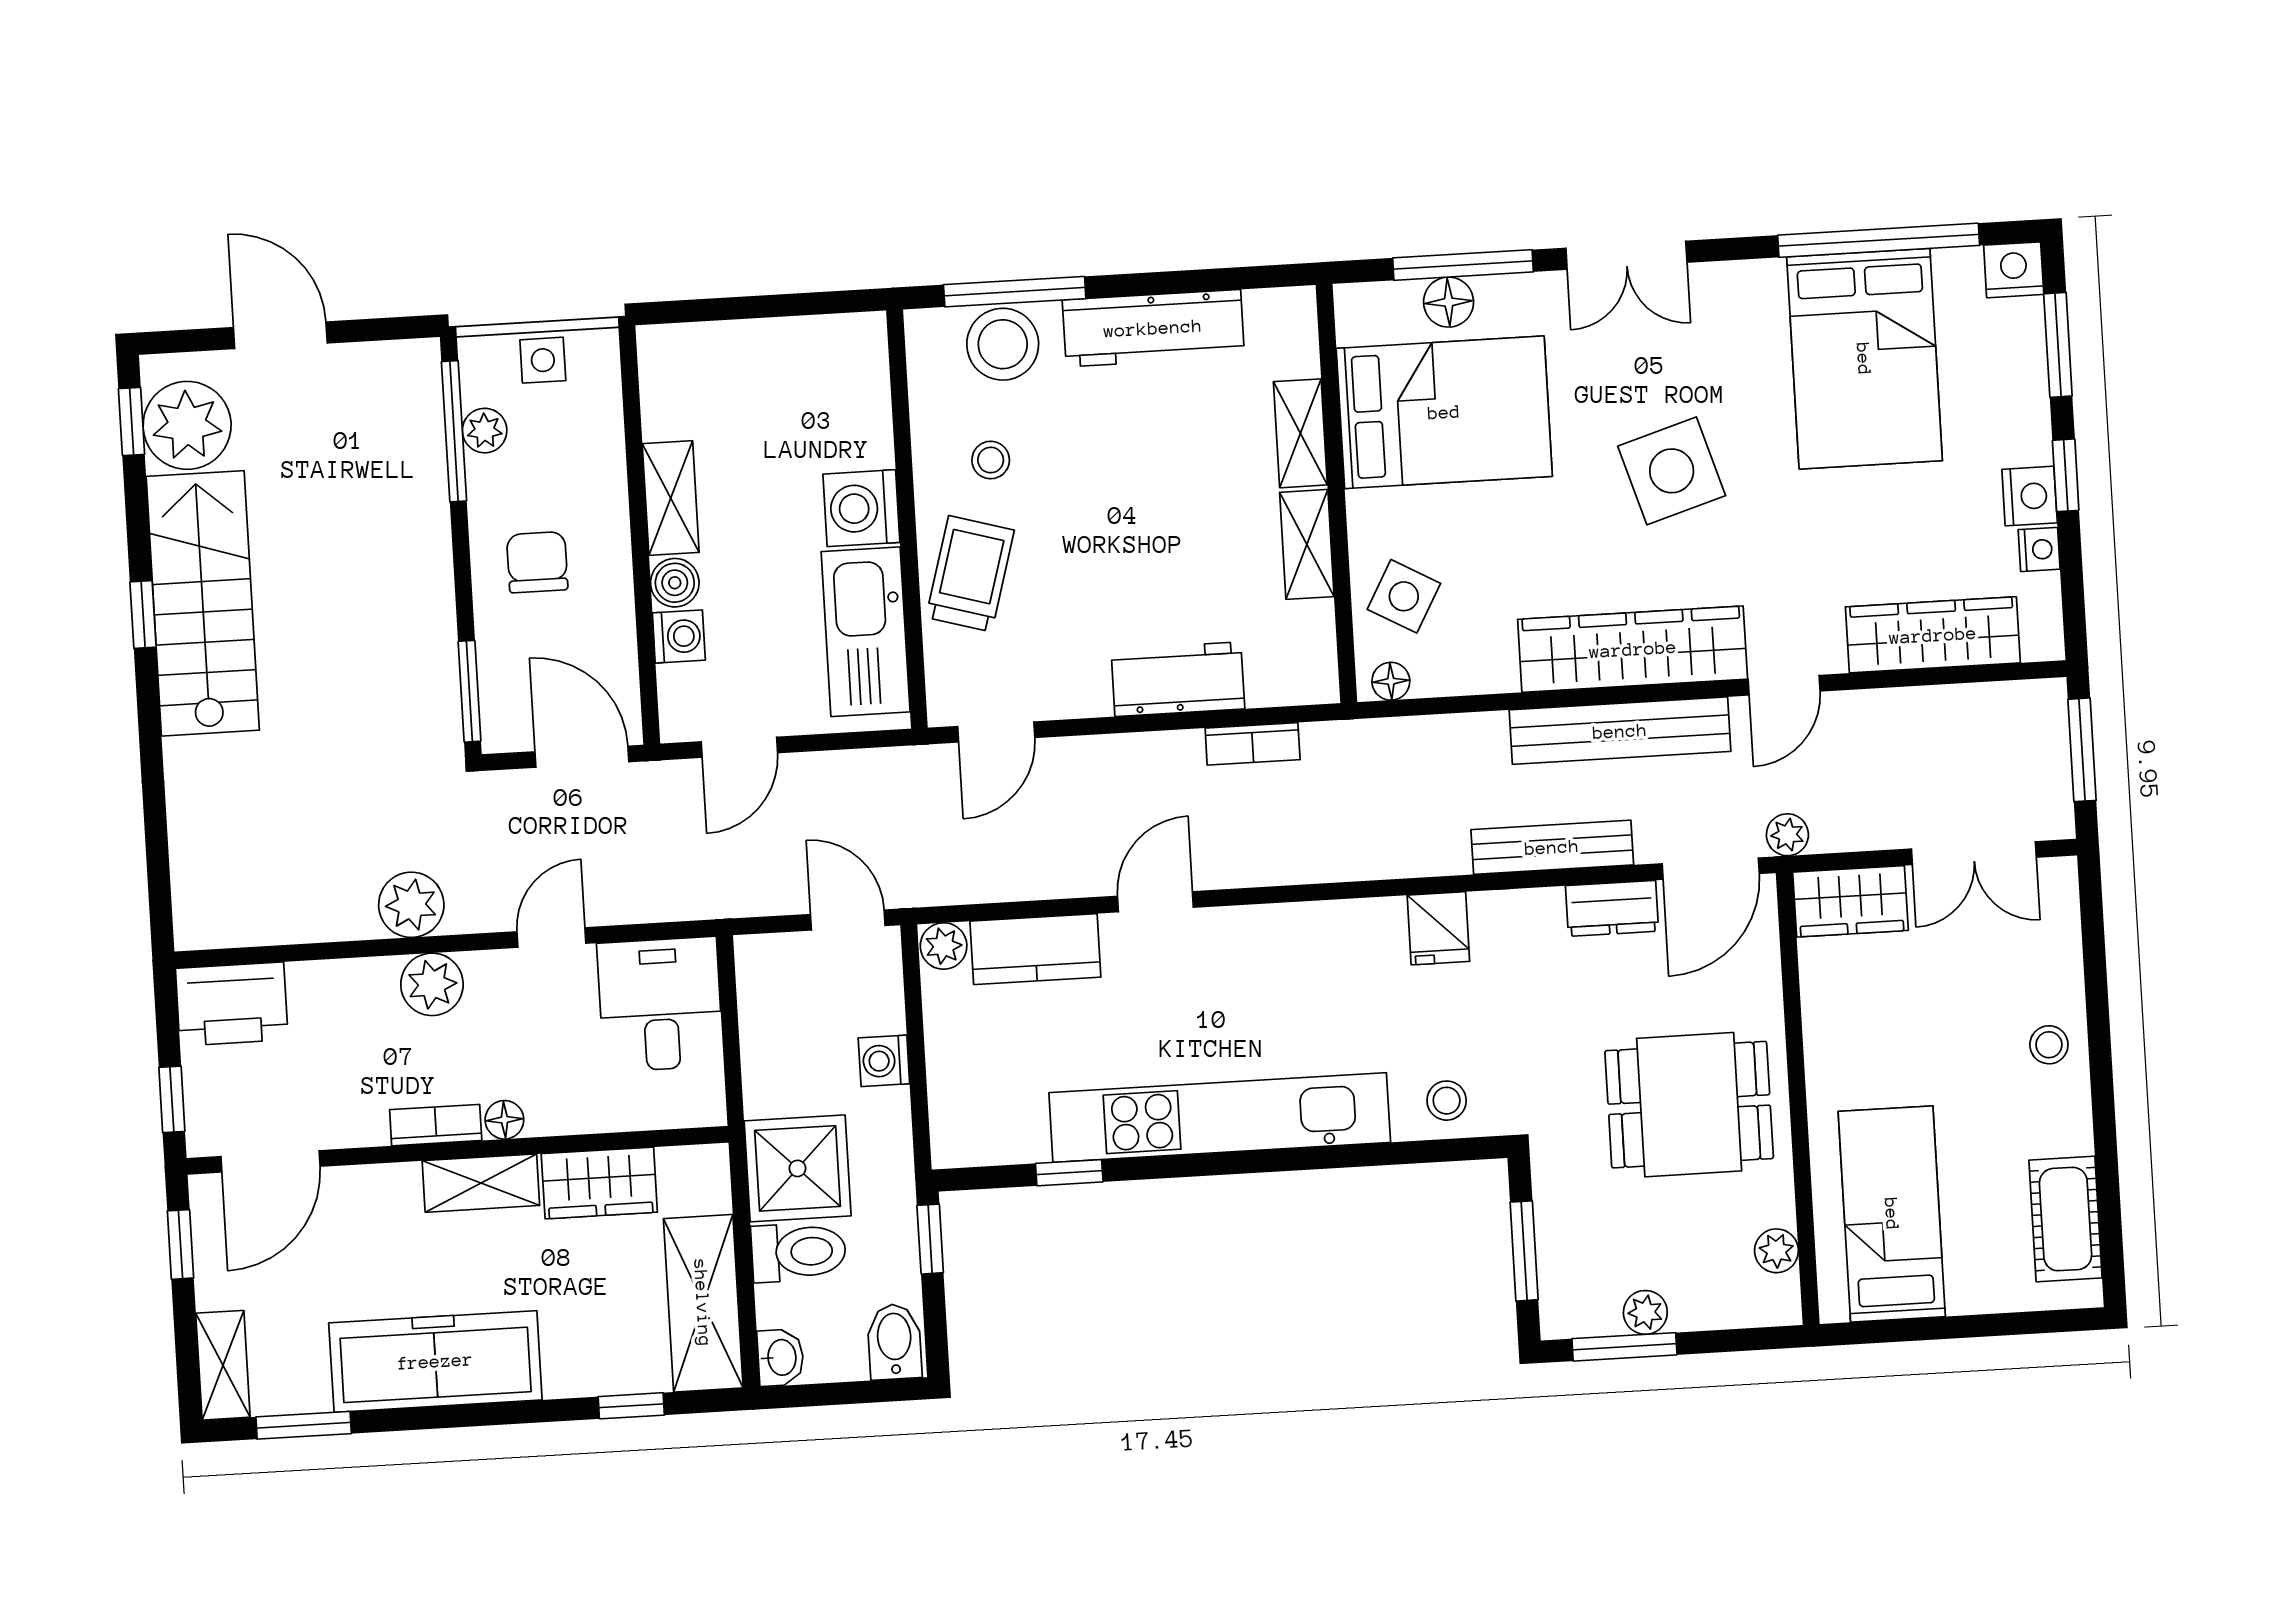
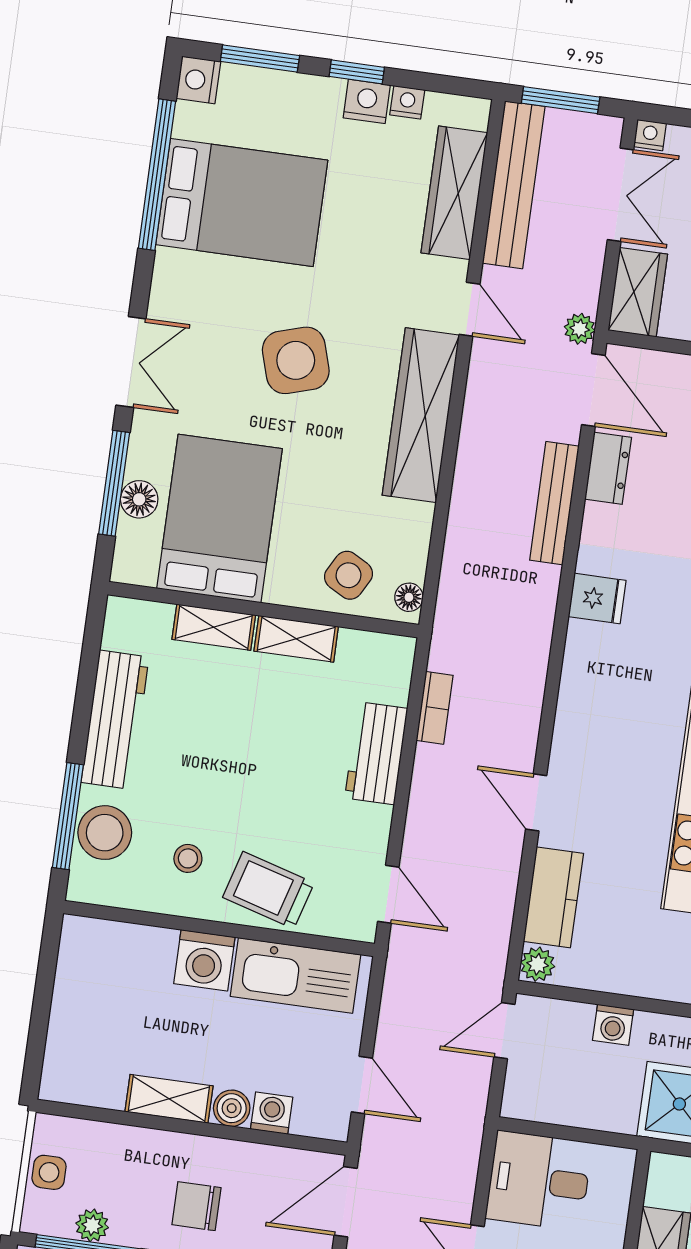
bench: (1620, 731) -> (514, 185), moved
nightstand: (2060, 876) -> (650, 135), added

